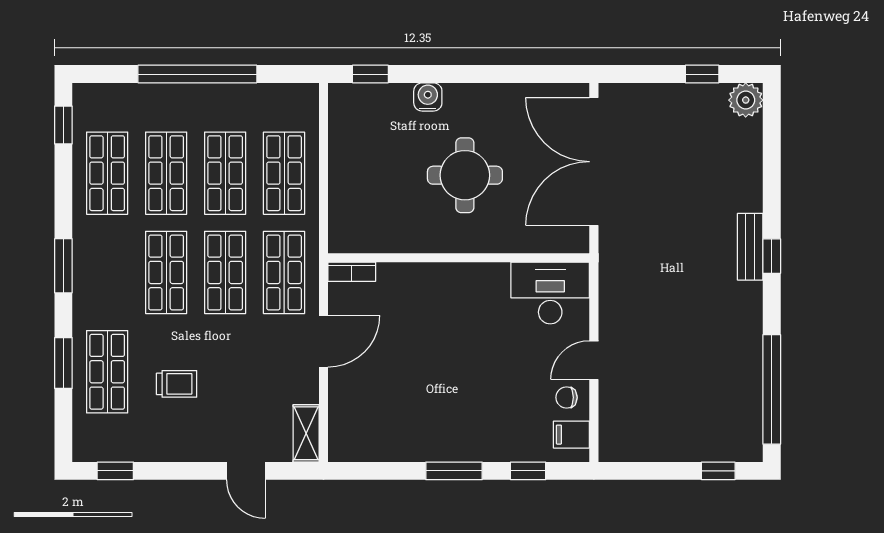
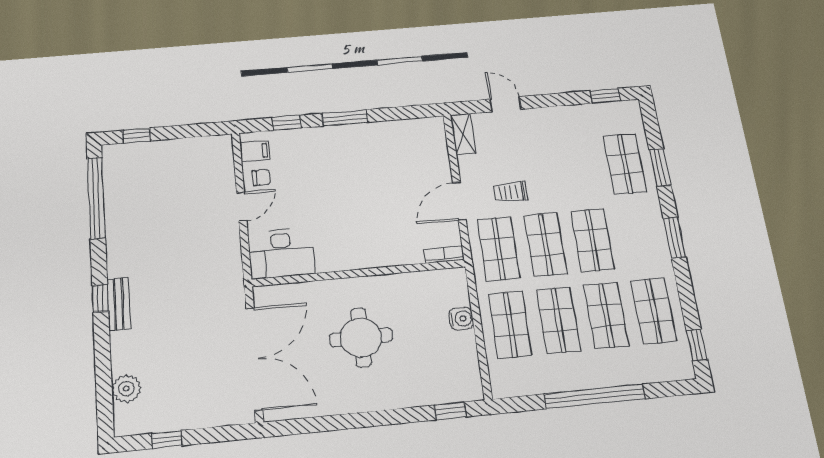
water cooler: (428, 97) -> (461, 319), moved, turned -90
plant: (746, 100) -> (126, 389), moved
trolley: (177, 384) -> (510, 192), moved

